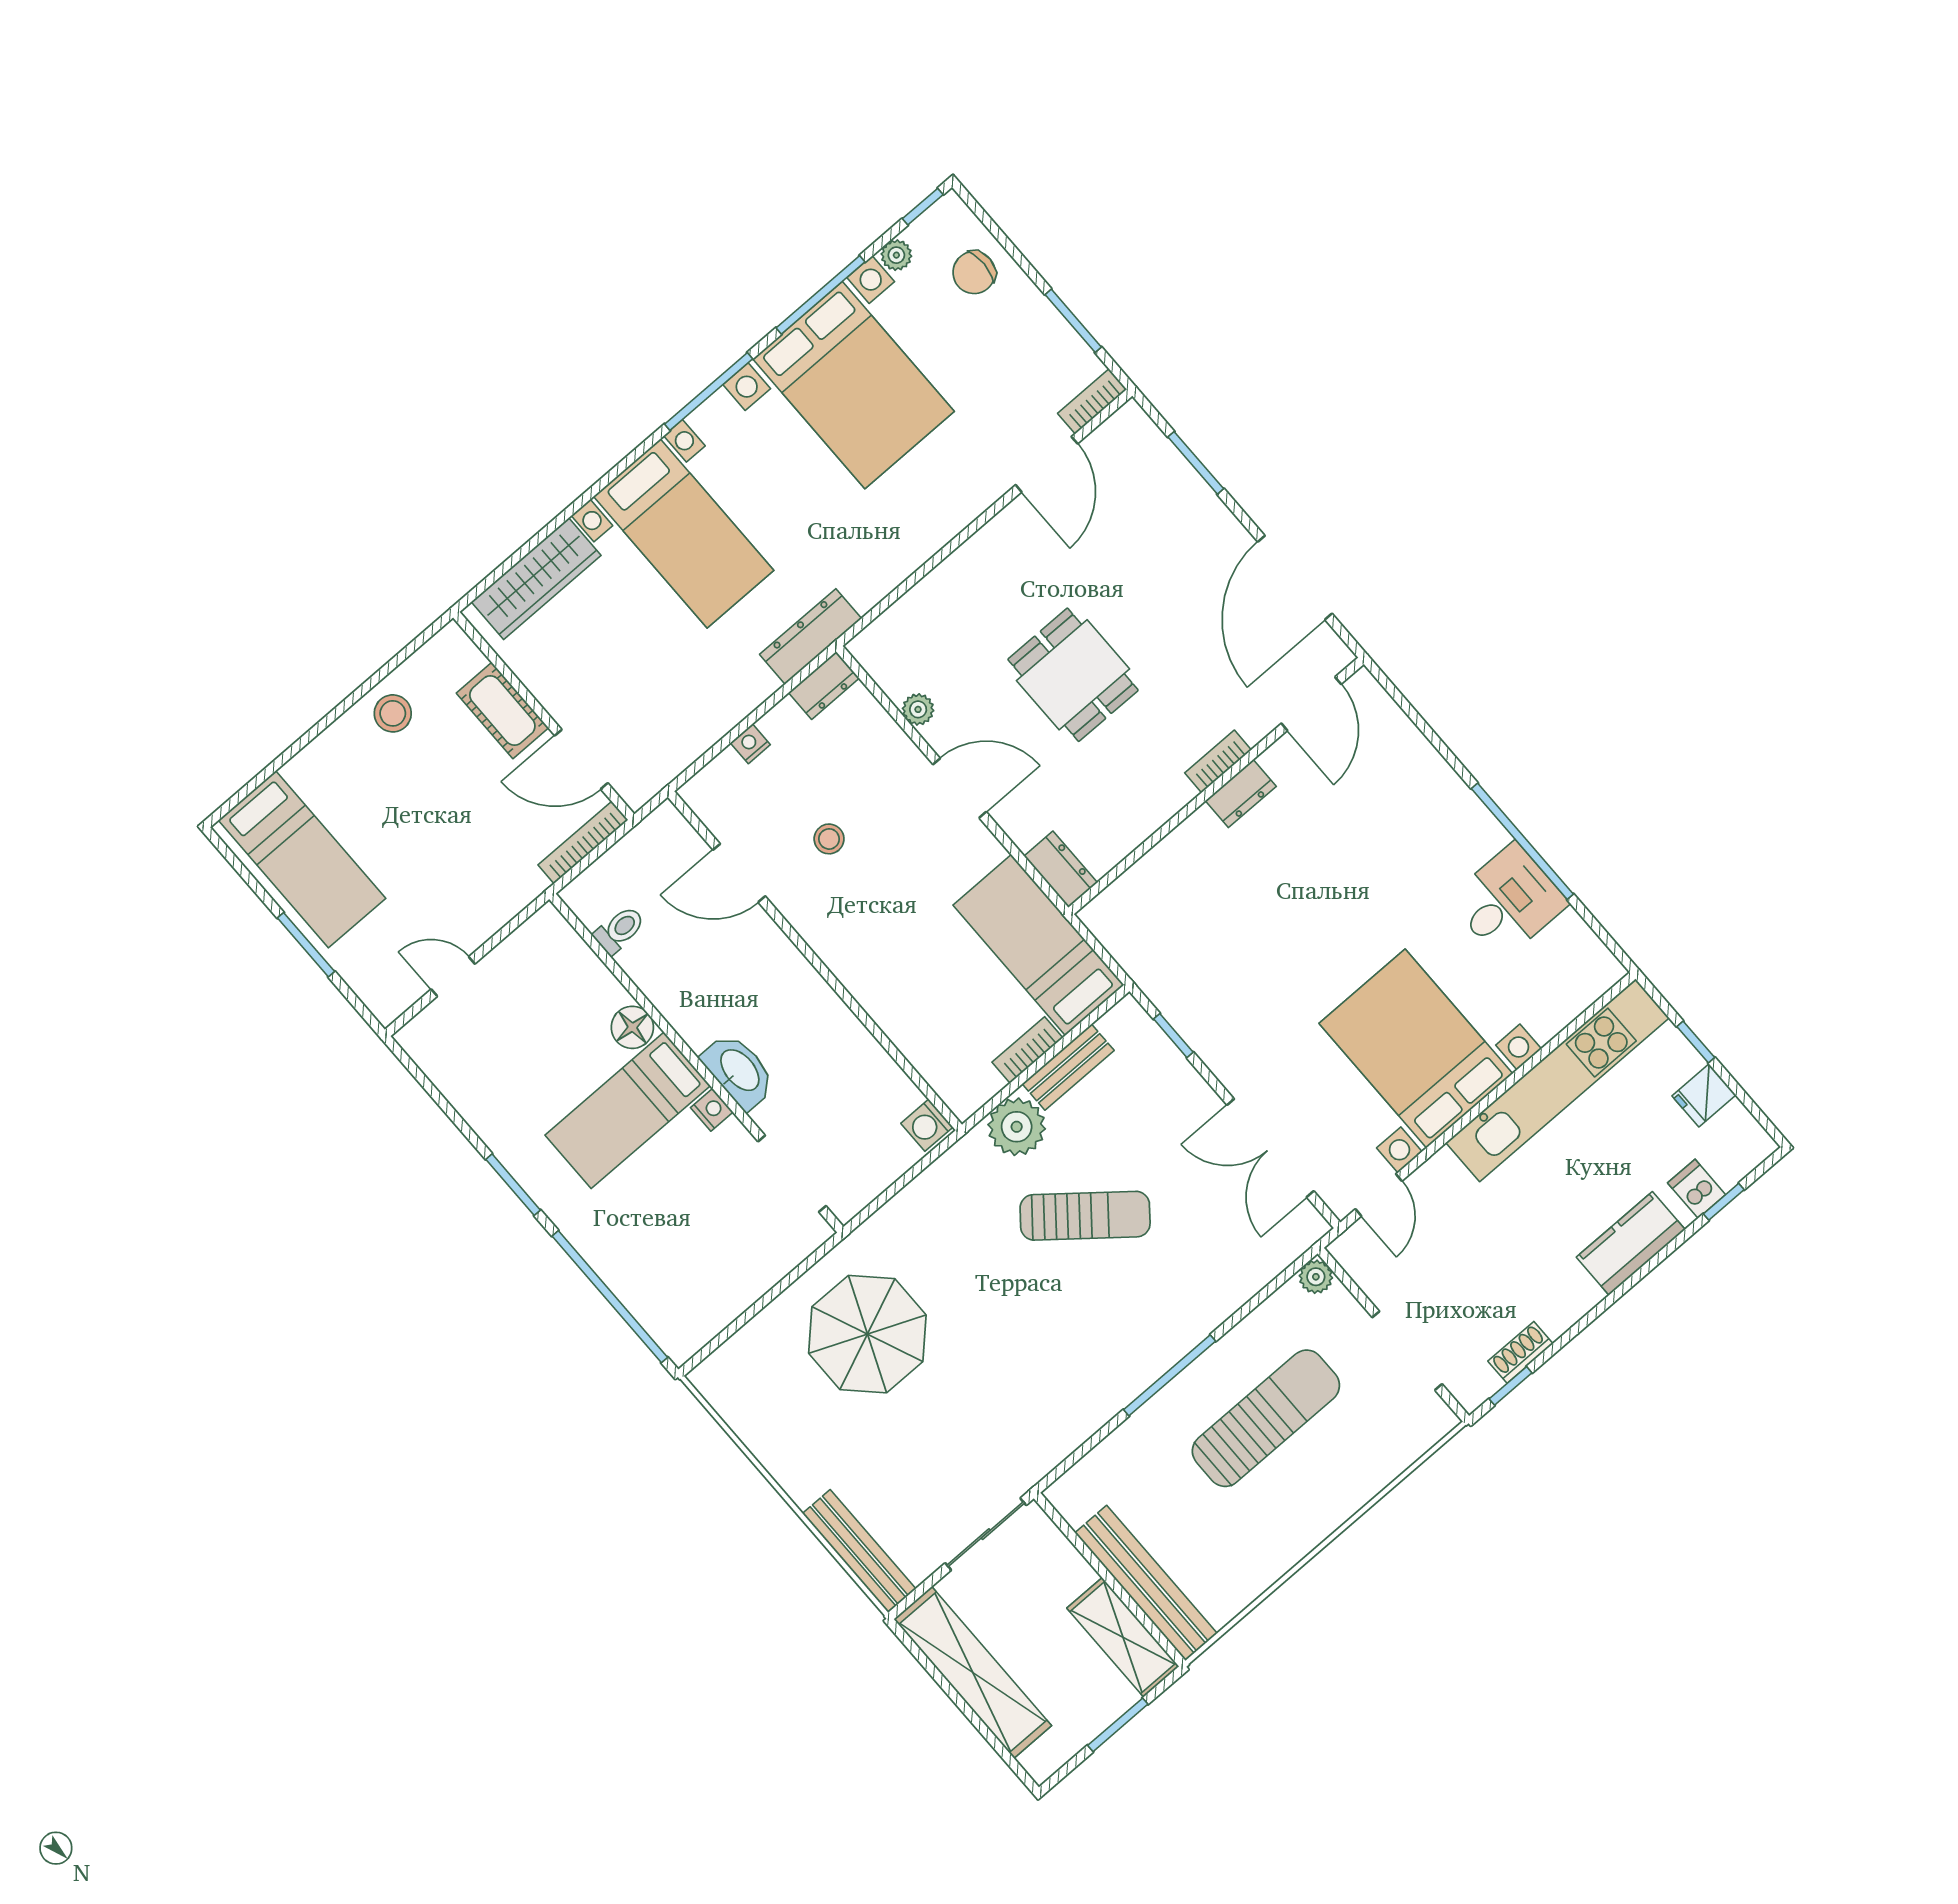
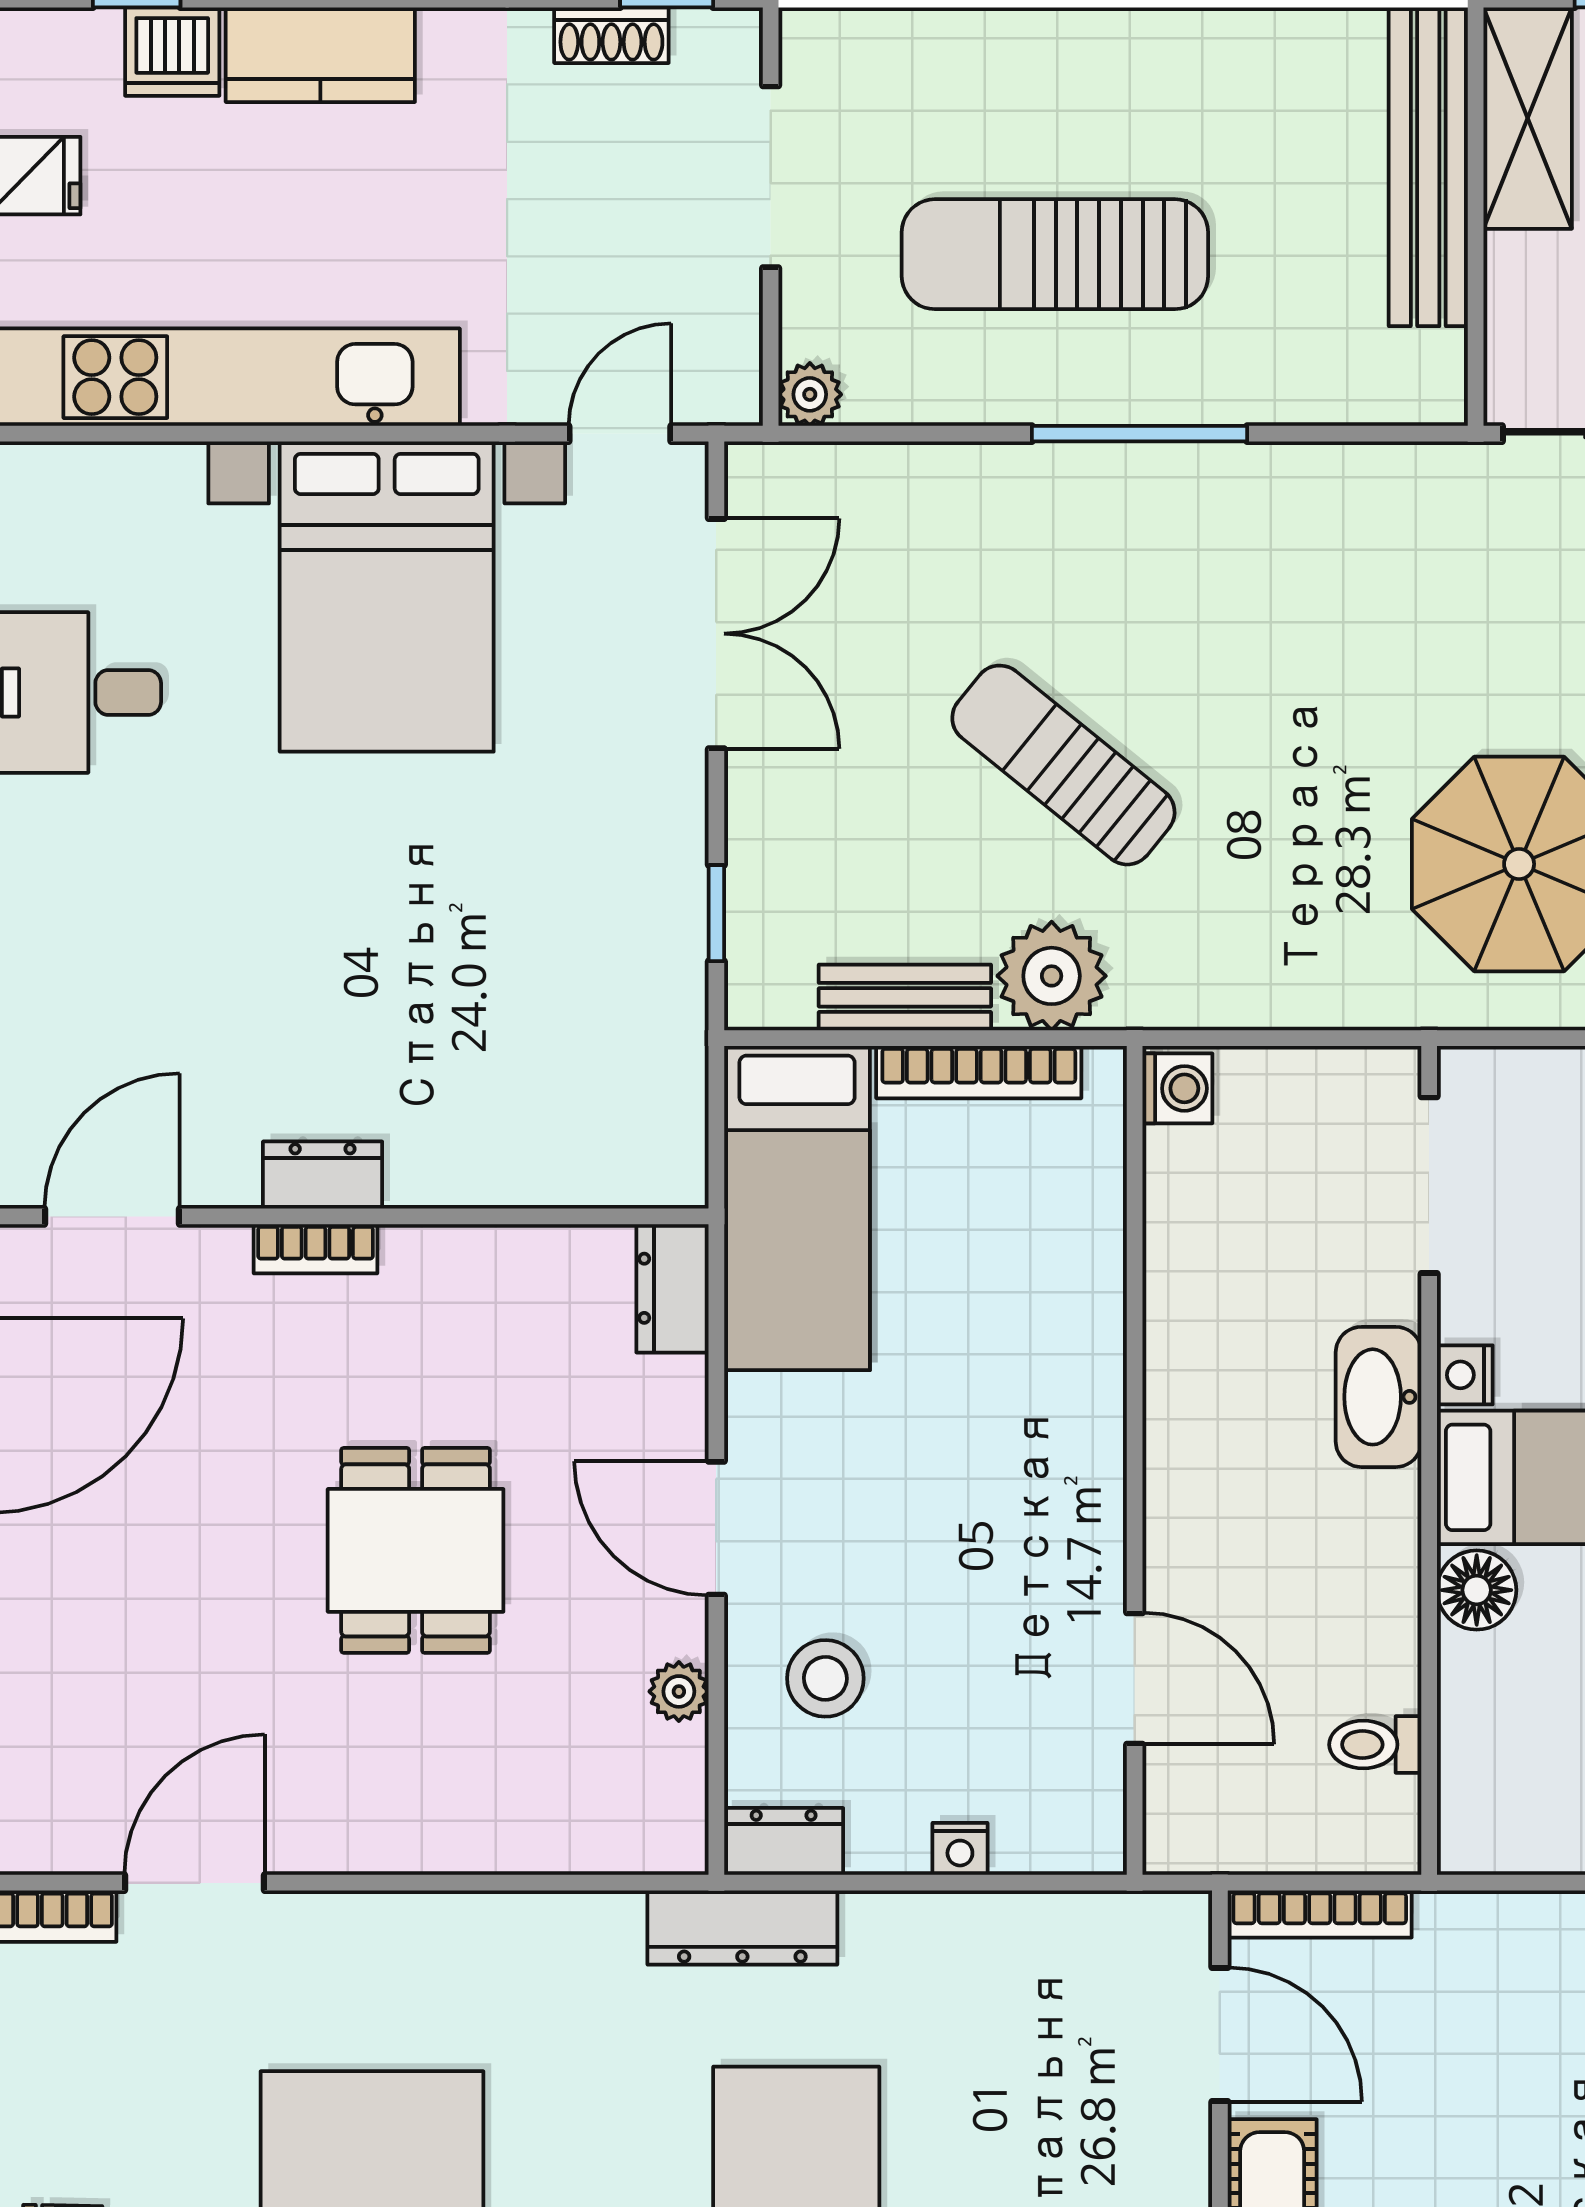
stool: (829, 839) -> (825, 1678), moved, width x1.37, depth x1.37
bookcase: (1027, 1050) -> (979, 1072), width x1.56
dishwasher: (1697, 1189) -> (172, 52), width x1.38

